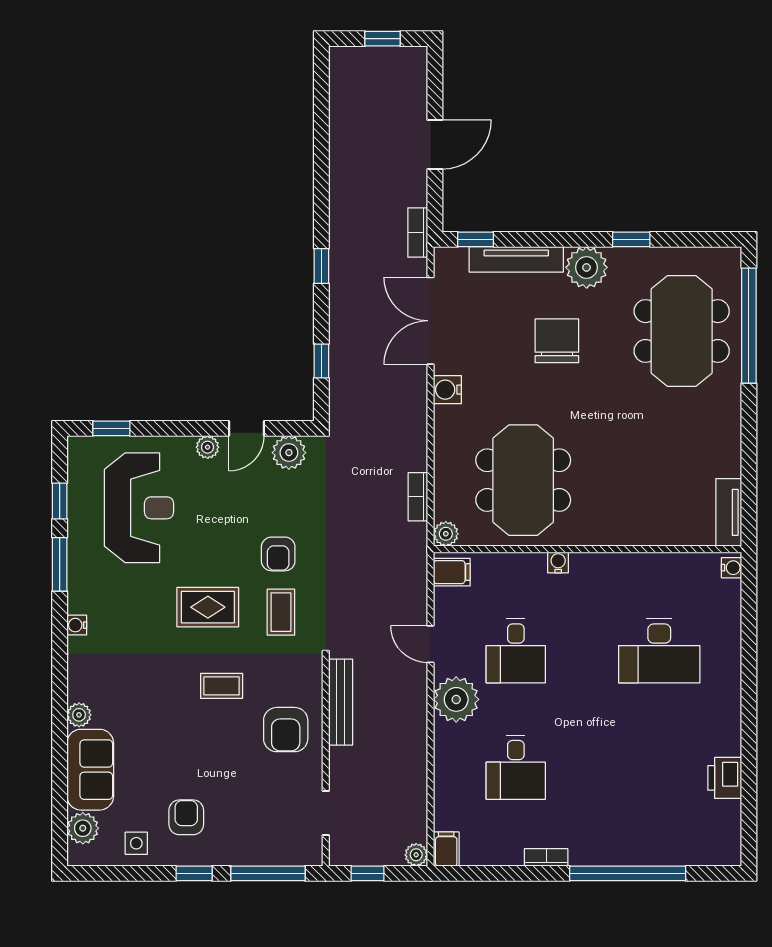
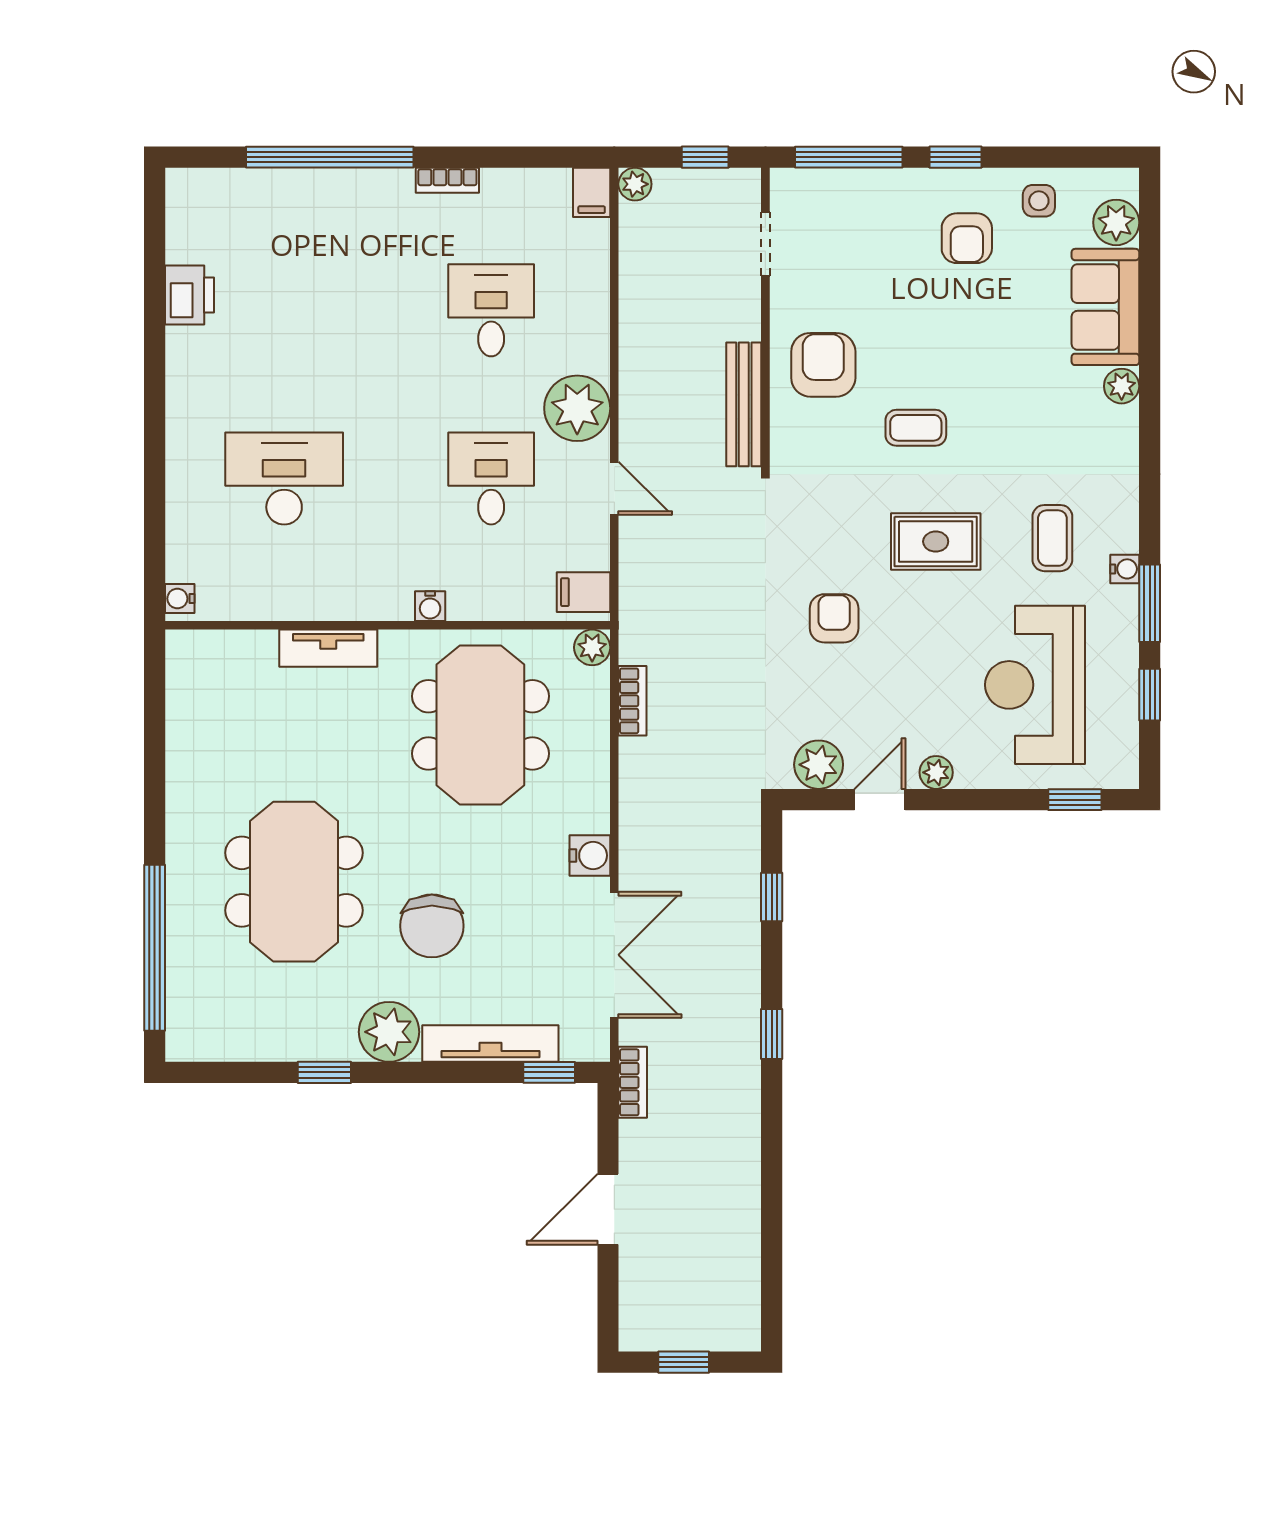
meeting table: (682, 331) -> (294, 882), moved
tv unit: (729, 512) -> (328, 648), moved, turned 90
coffee table: (281, 612) -> (1052, 538), moved
water cooler: (77, 625) -> (1125, 569), moved

